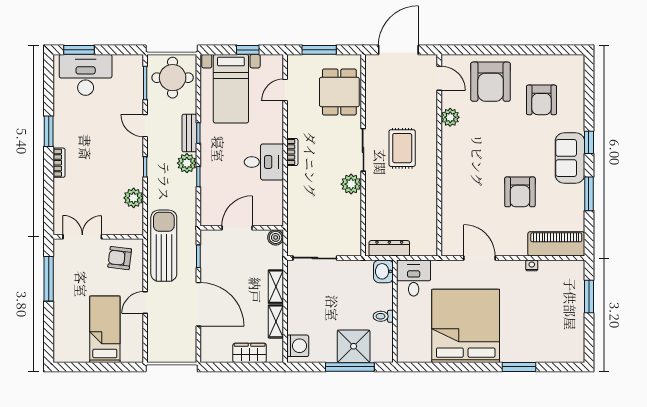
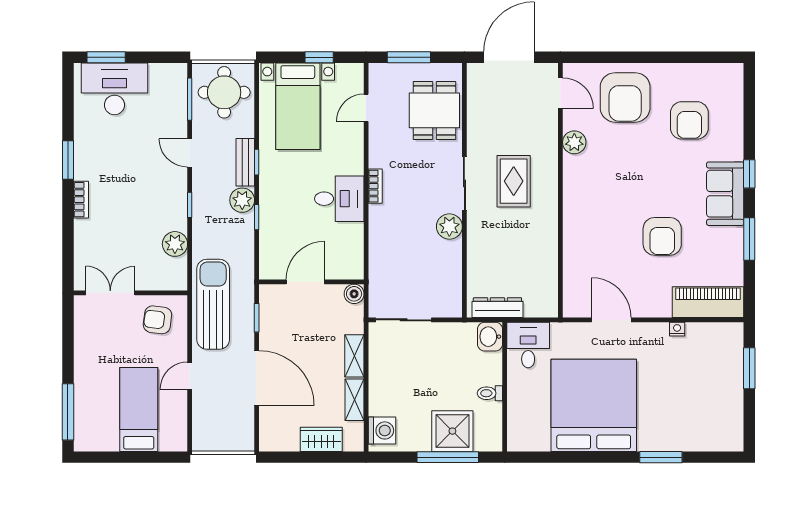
window: (49, 279) -> (68, 412), moved

